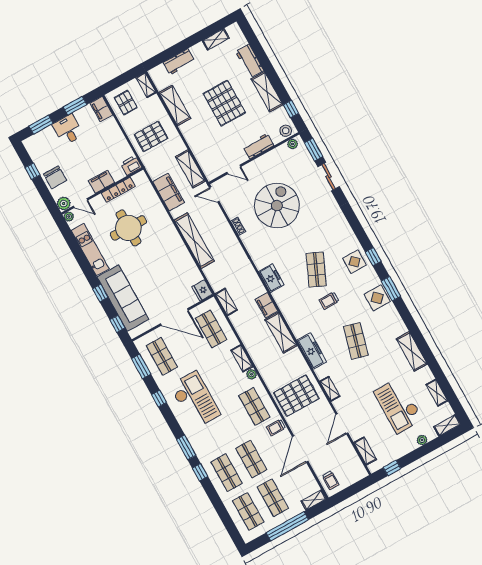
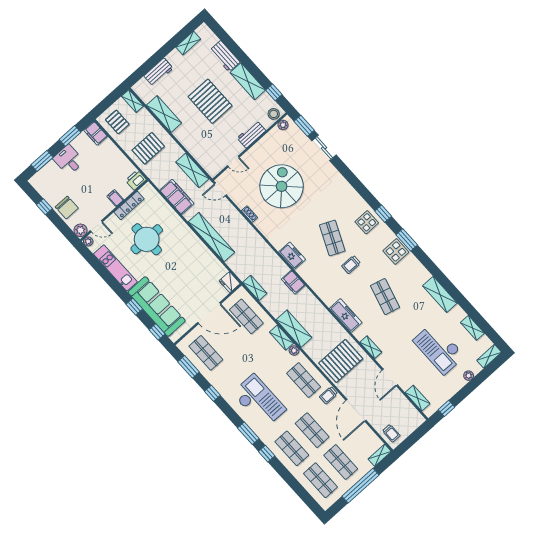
filing cabinet: (101, 182) -> (115, 198), width x0.50
shelving: (281, 333) -> (294, 329), moved
checkout: (195, 400) -> (259, 401), moved

